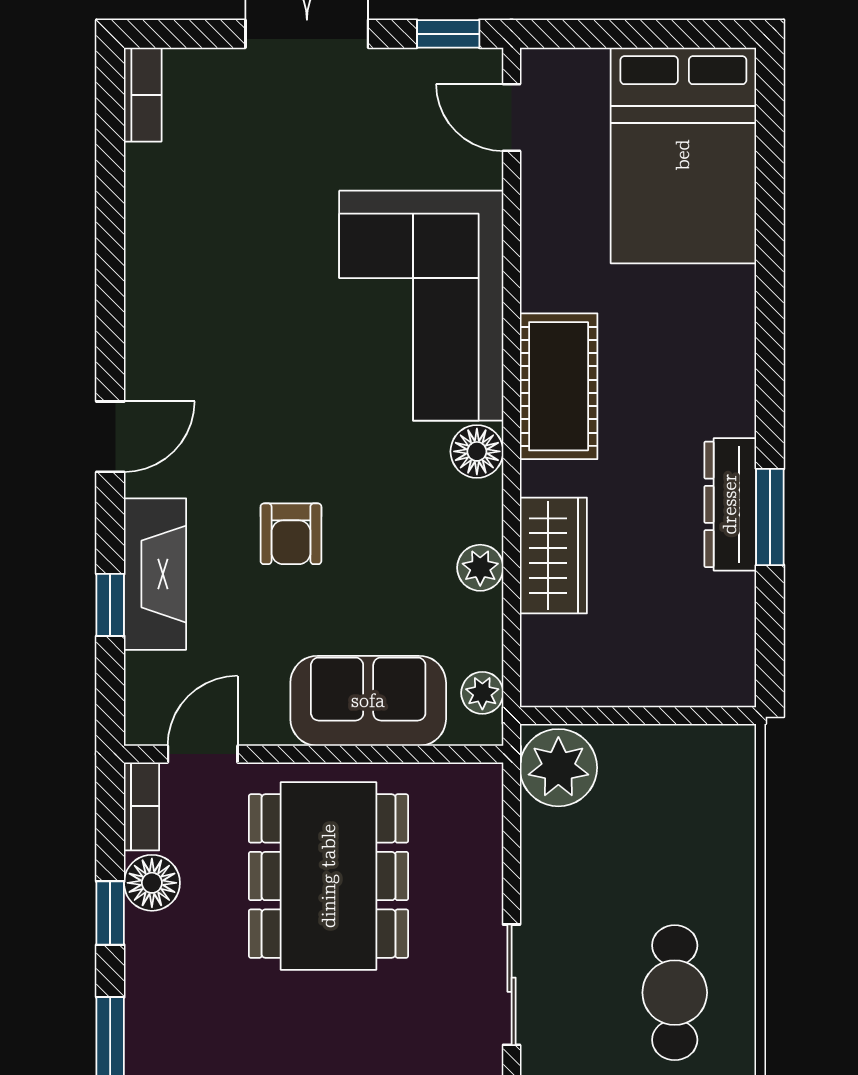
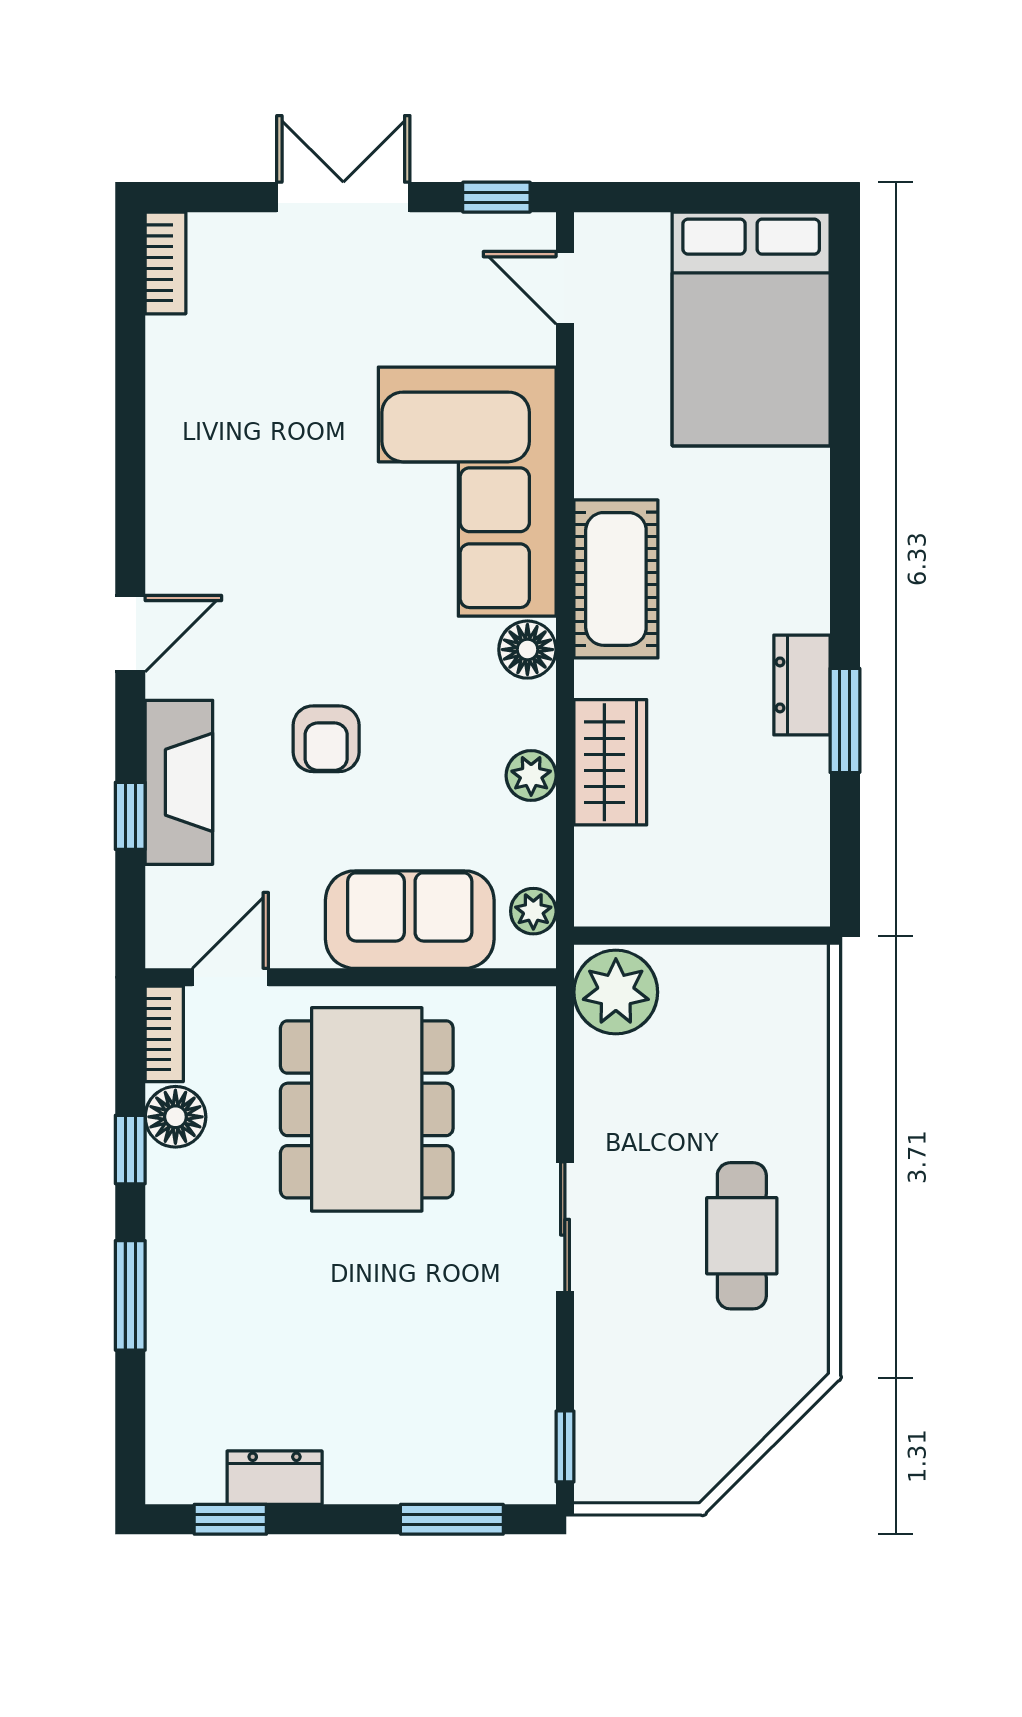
dresser: (730, 504) -> (802, 685), width x0.70

